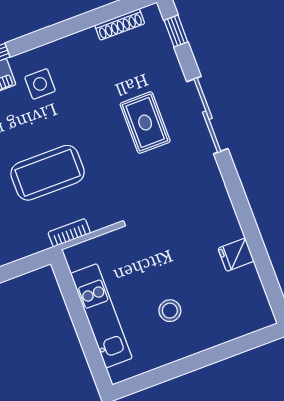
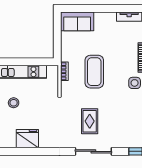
rug: (145, 123) -> (90, 121), moved, turned 90
fridge: (236, 255) -> (27, 139), width x1.88, depth x1.34

